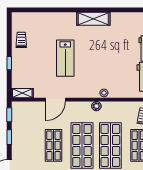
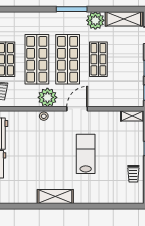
door: (56, 100) -> (77, 109), moved
plant: (96, 106) -> (47, 97), width x1.88, depth x1.88

